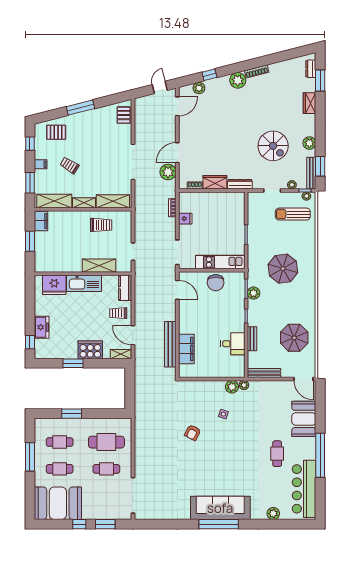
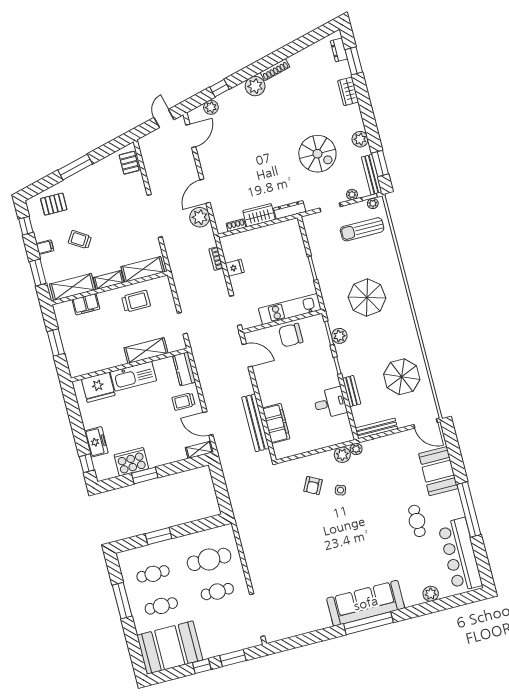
filing cabinet: (41, 221) -> (86, 304), moved, turned 90
chair: (216, 283) -> (291, 335), turned 90
cooker: (90, 350) -> (131, 462), moved
armchair: (193, 433) -> (313, 486), moved

